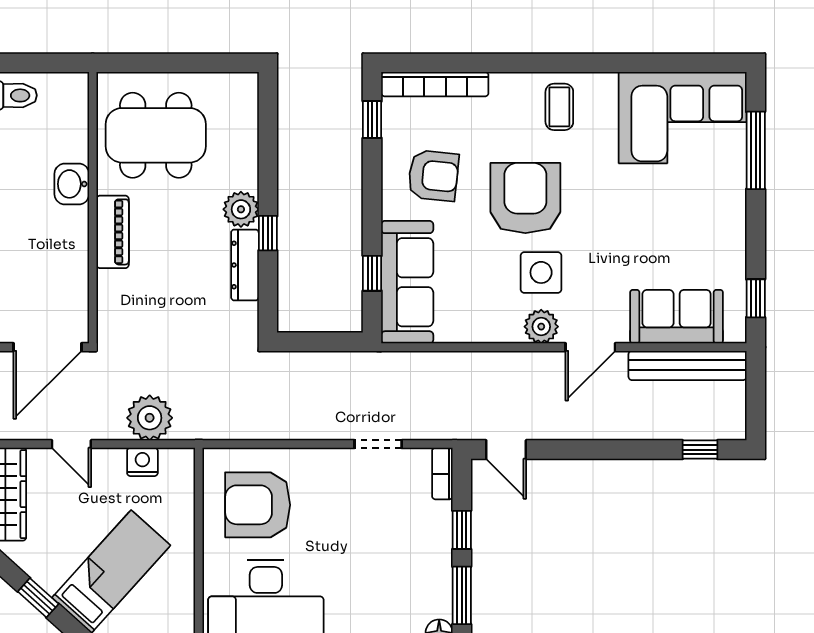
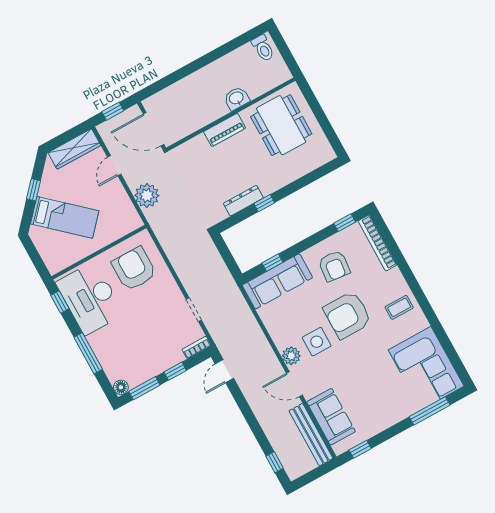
armchair: (525, 198) -> (347, 315), turned 180
plant: (241, 209) -> (268, 184), removed
nightstand: (142, 462) -> (124, 204), removed

